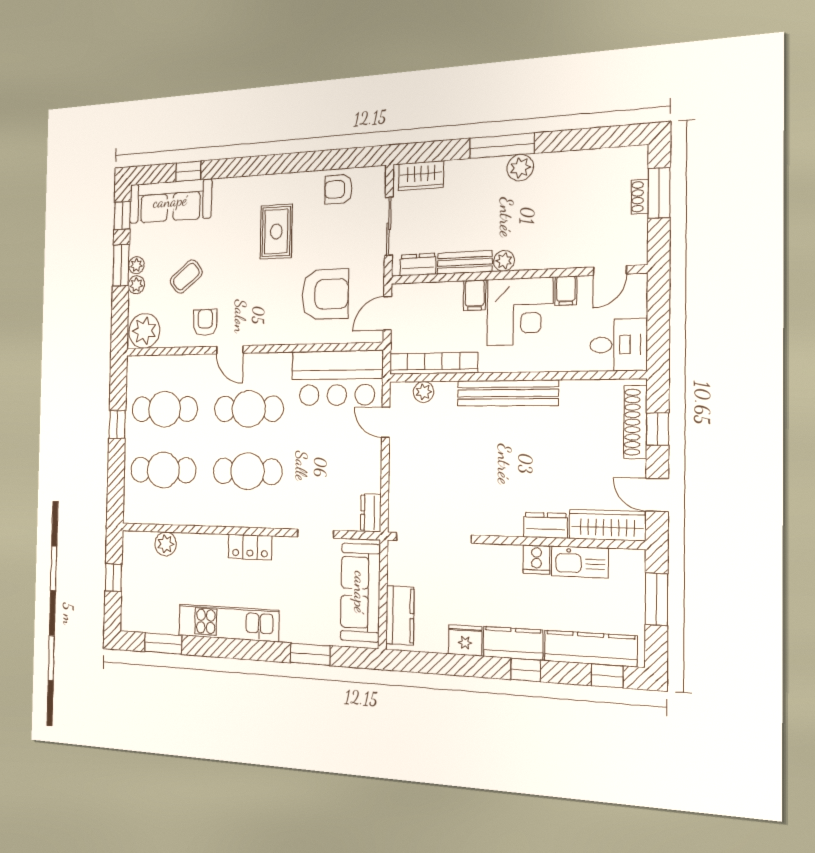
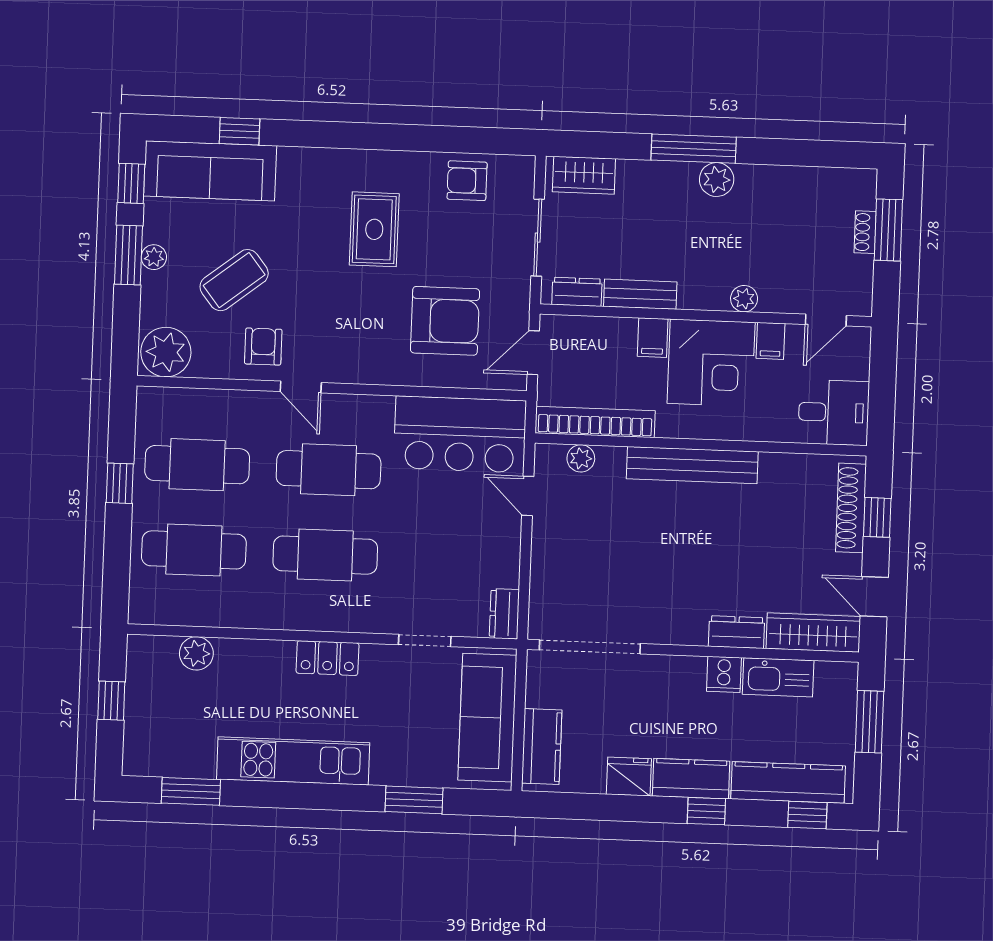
plant: (504, 261) -> (744, 299), moved
coffee table: (186, 277) -> (234, 280), width x1.36, depth x1.30
plant: (136, 285) -> (153, 285), removed

